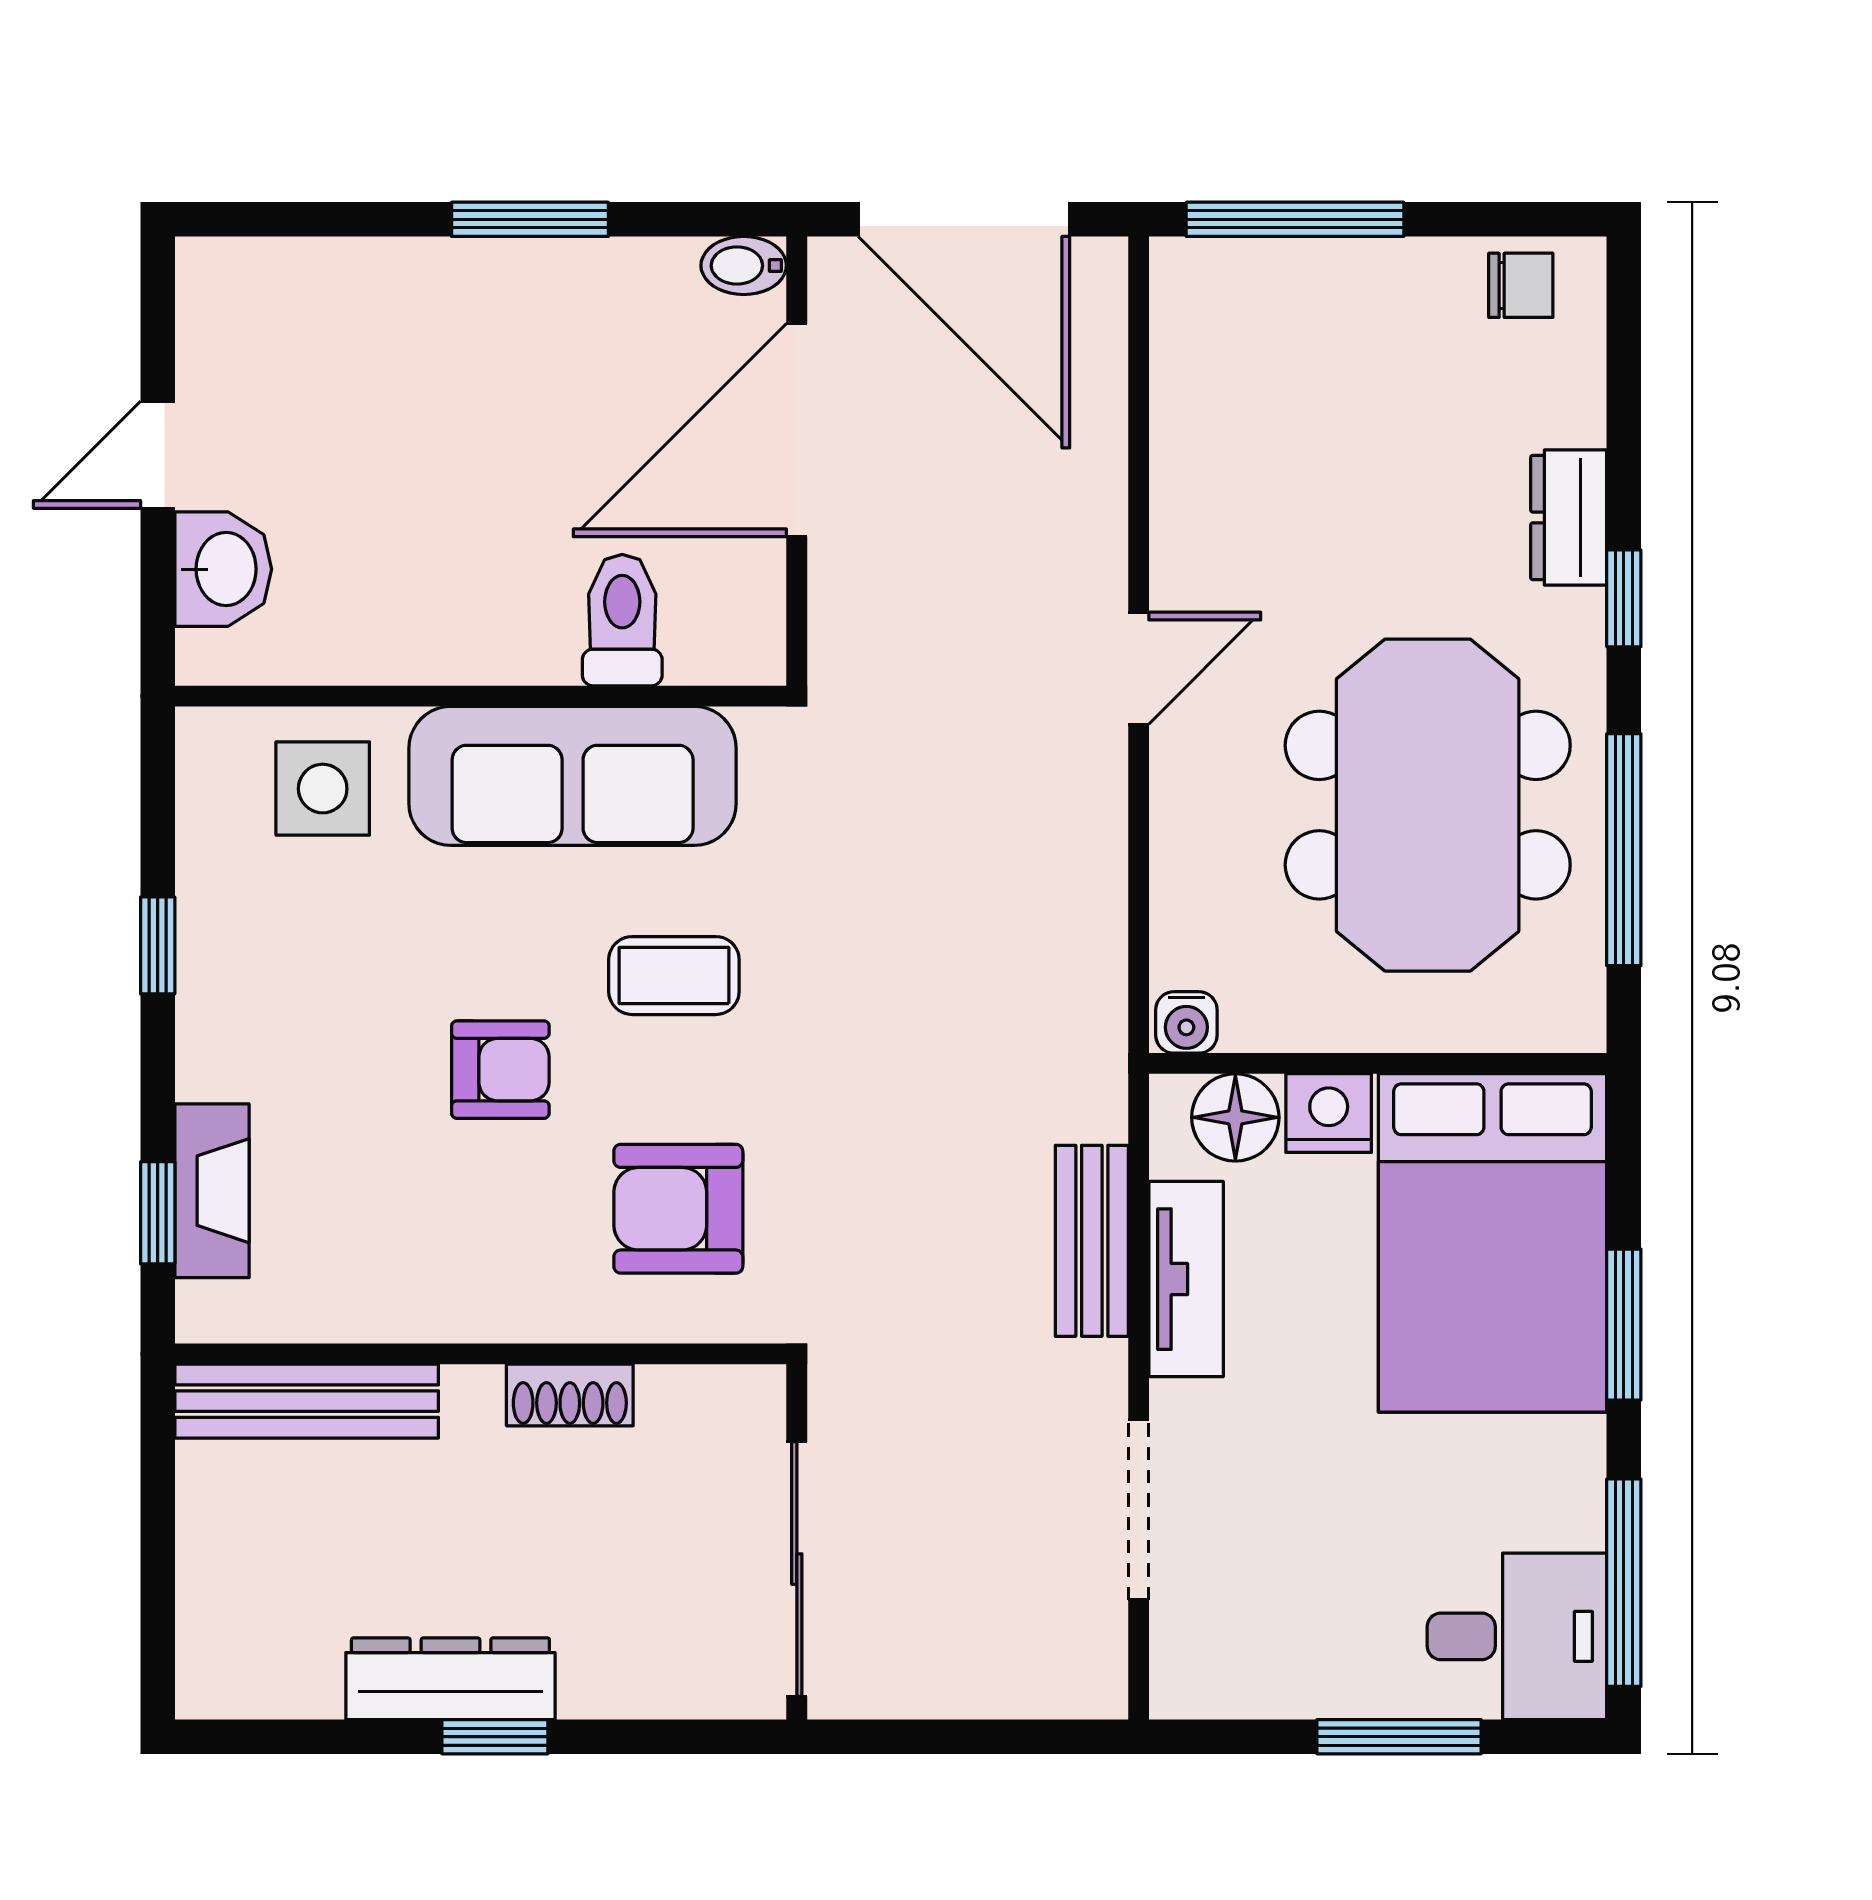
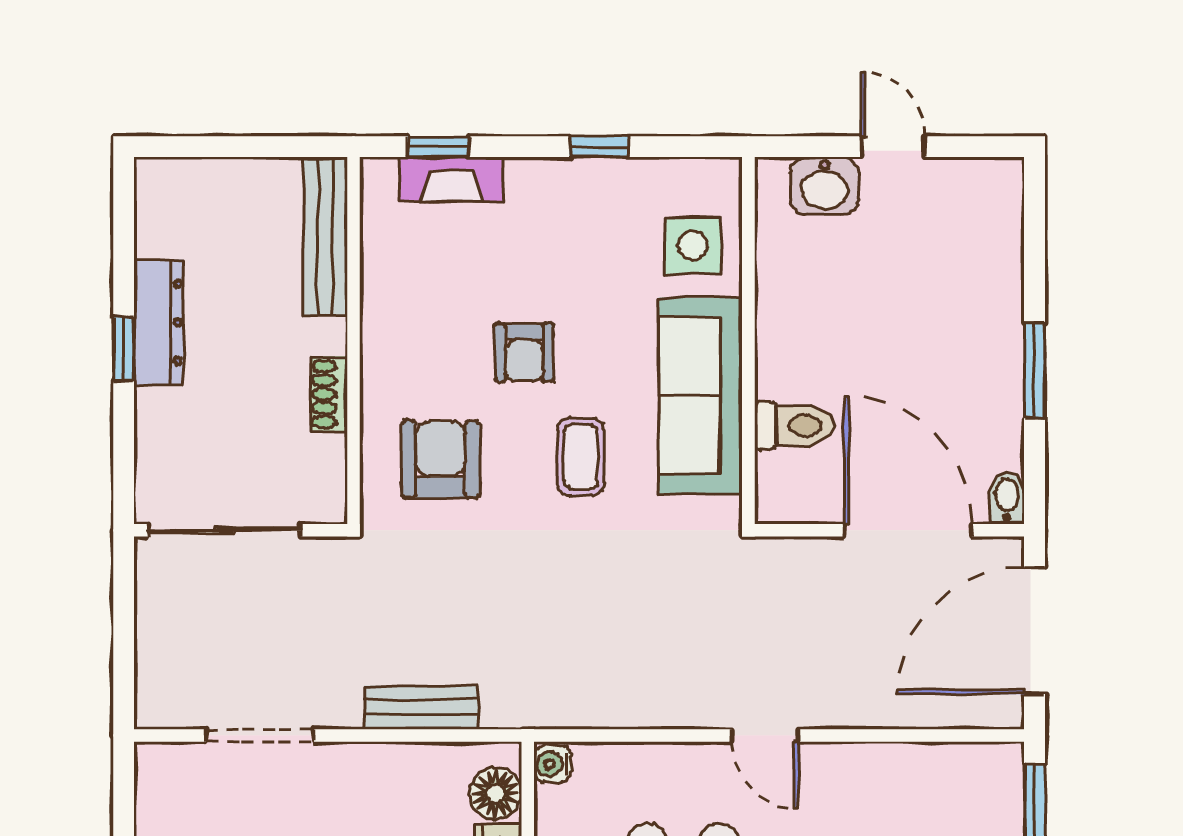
tv unit: (1186, 1279) -> (398, 764), removed

